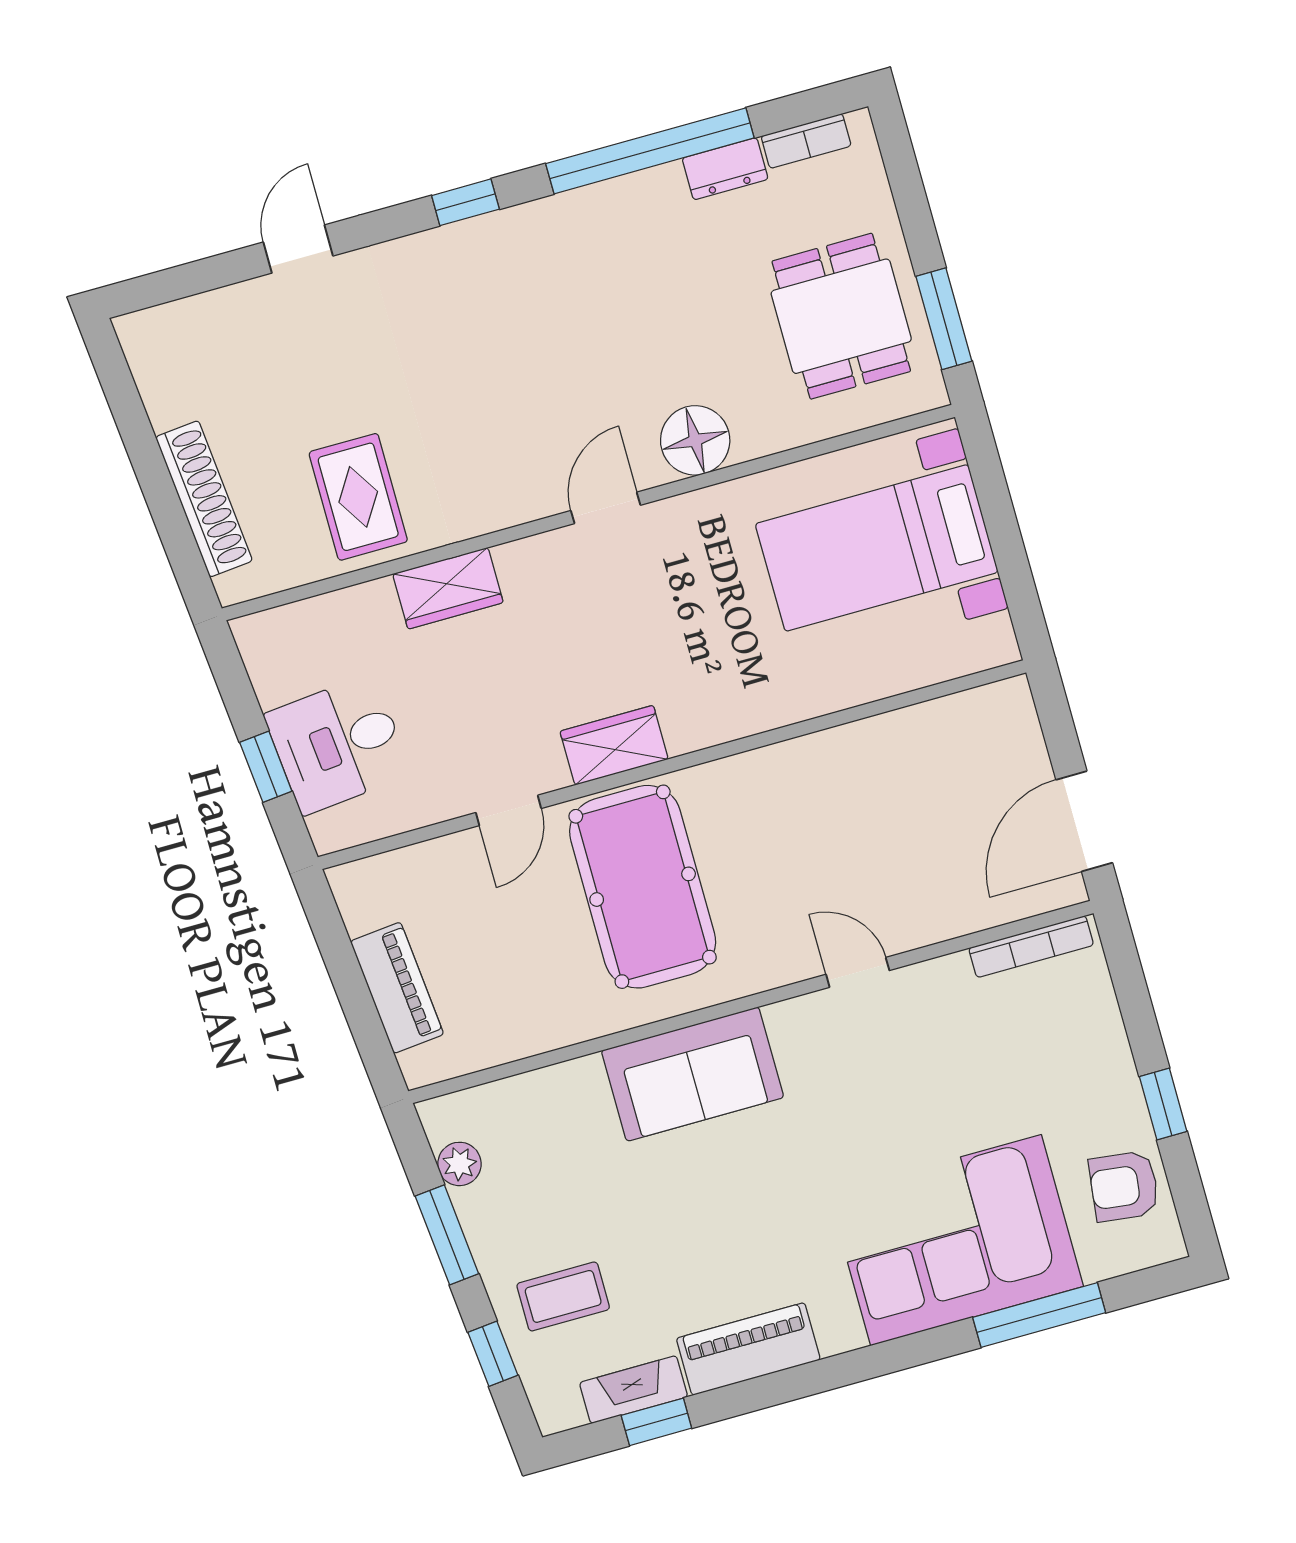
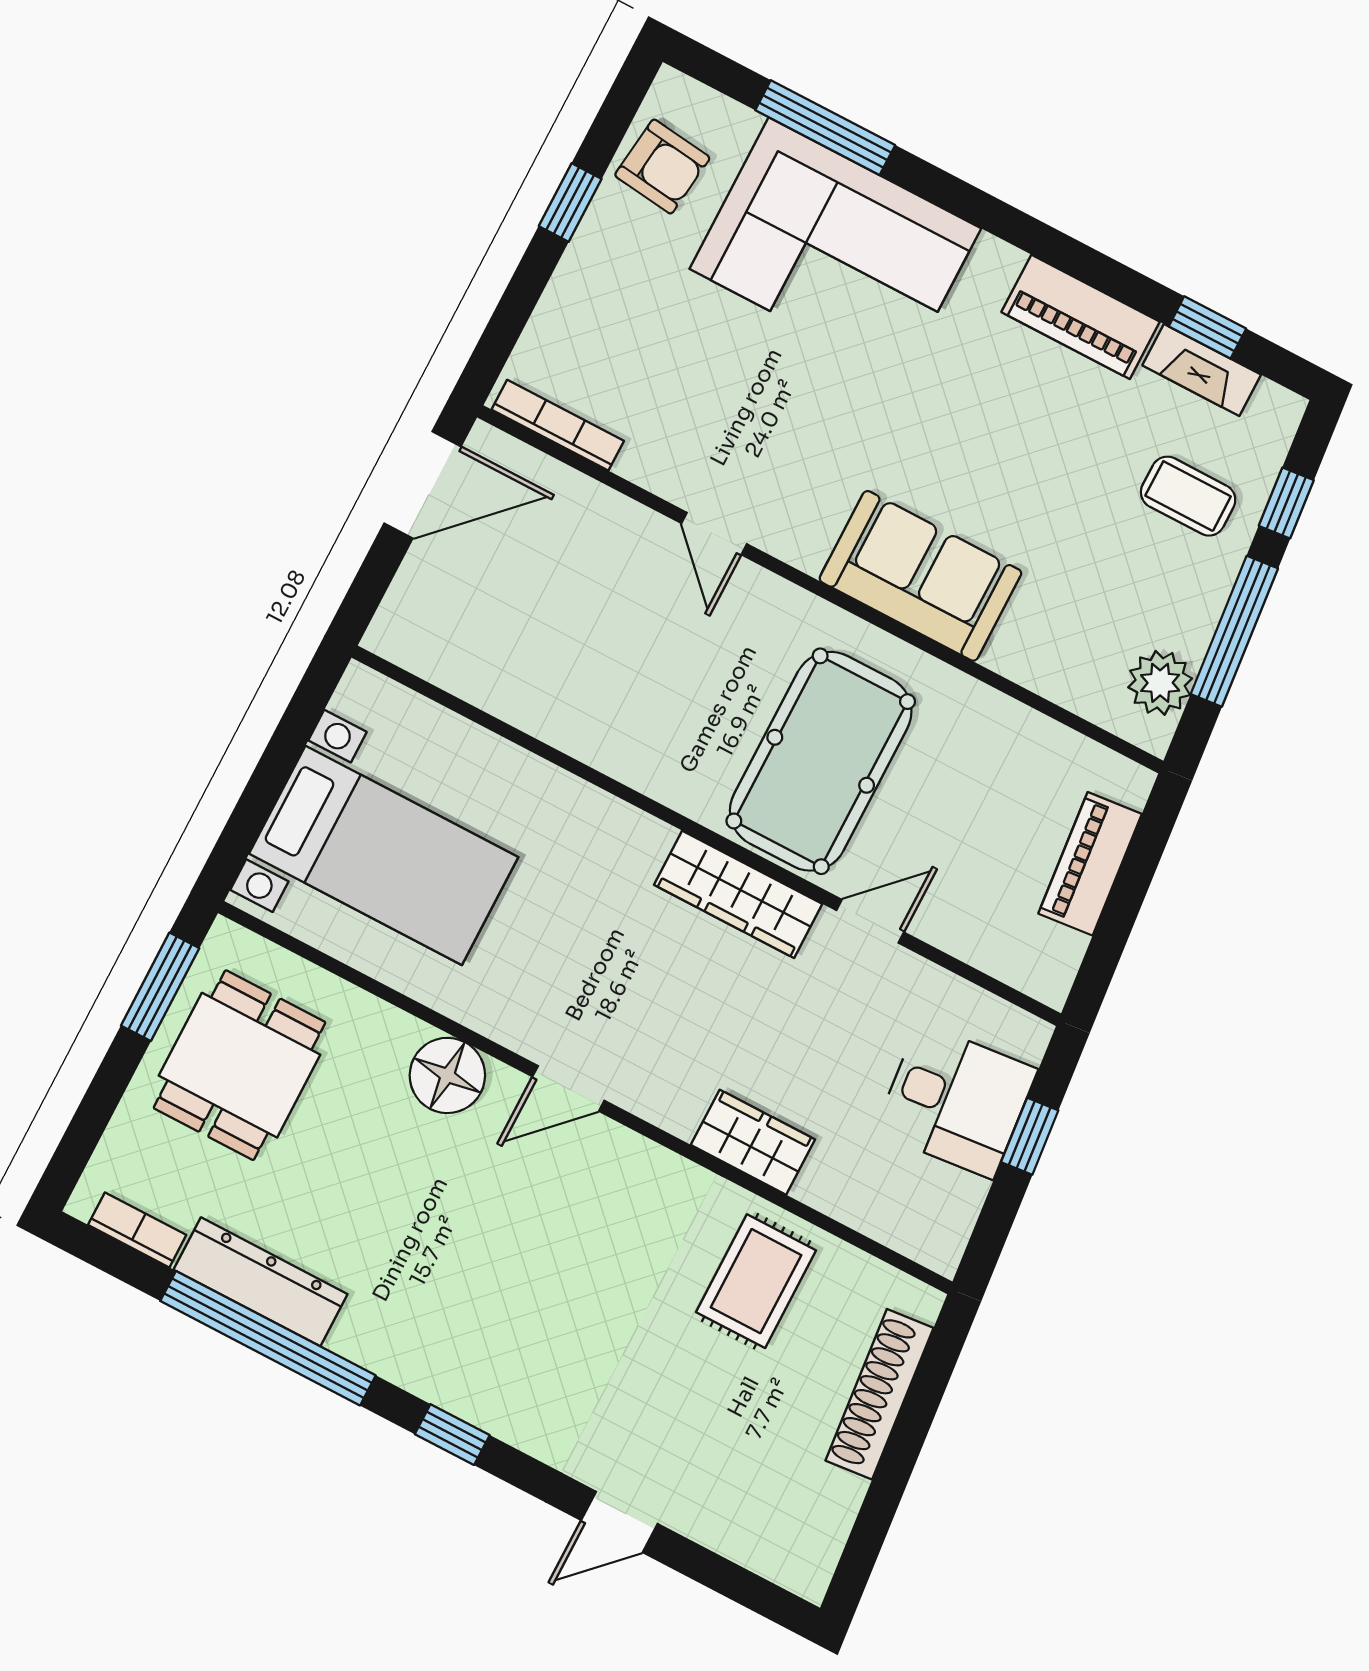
dresser: (725, 169) -> (261, 1282), width x1.96, depth x1.24
wardrobe: (614, 745) -> (738, 894), width x1.50
plant: (459, 1164) -> (1160, 683), width x1.38, depth x1.38
window: (447, 1235) -> (1234, 631), width x1.44

